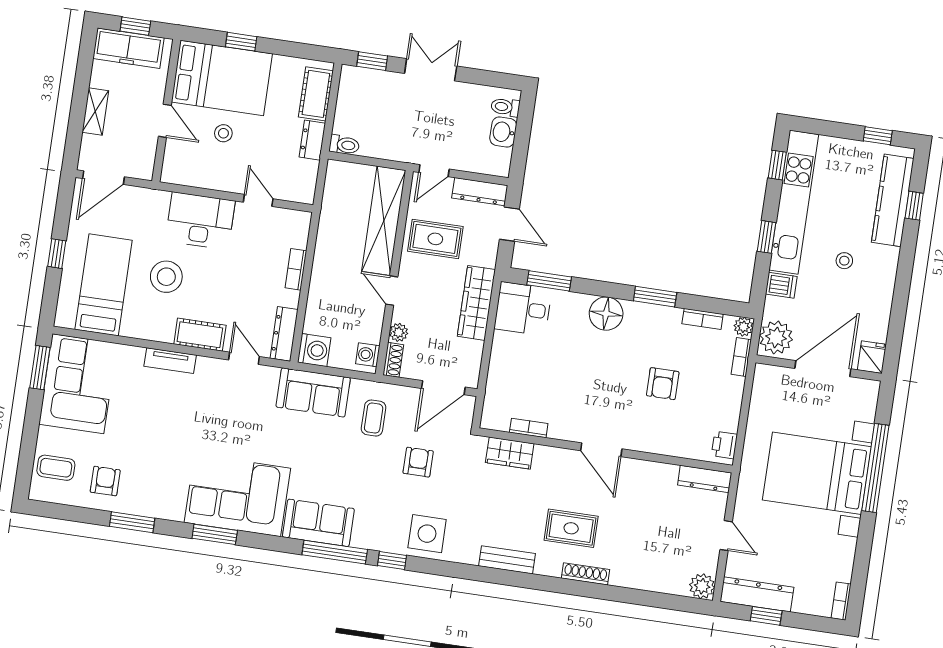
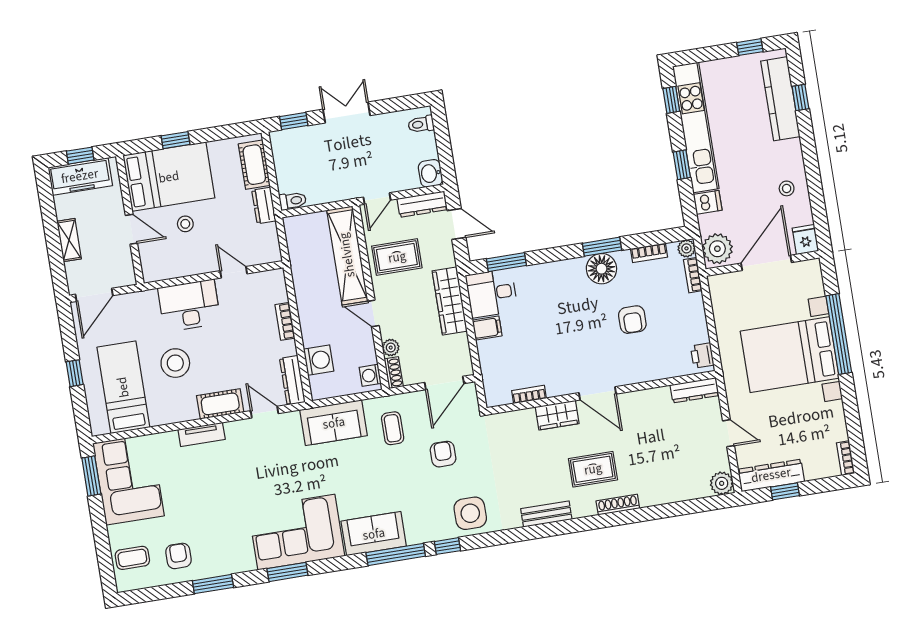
washbasin: (503, 132) -> (430, 173), moved
stool: (844, 261) -> (787, 188), moved
floor lamp: (606, 314) -> (601, 269), moved
filing cabinet: (507, 344) -> (487, 328), added
washing machine: (314, 350) -> (319, 360), moved
wardrobe: (510, 453) -> (557, 415), moved

